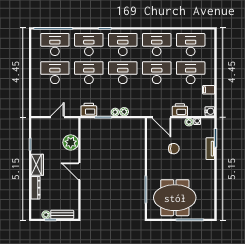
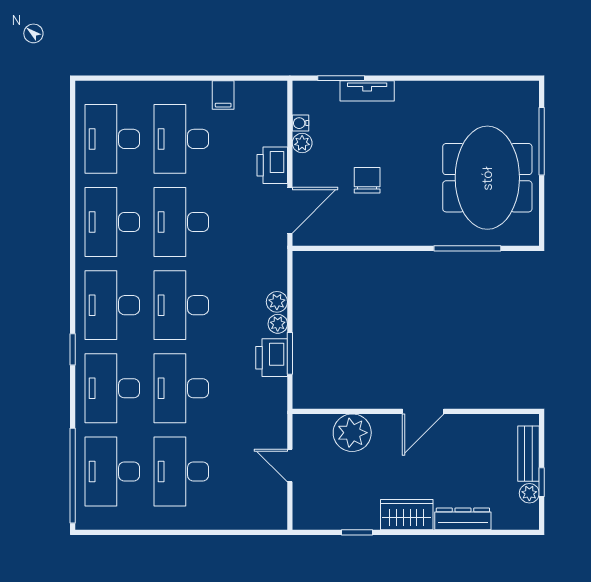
printer: (89, 110) -> (272, 358), moved
water cooler: (210, 111) -> (276, 92), removed

